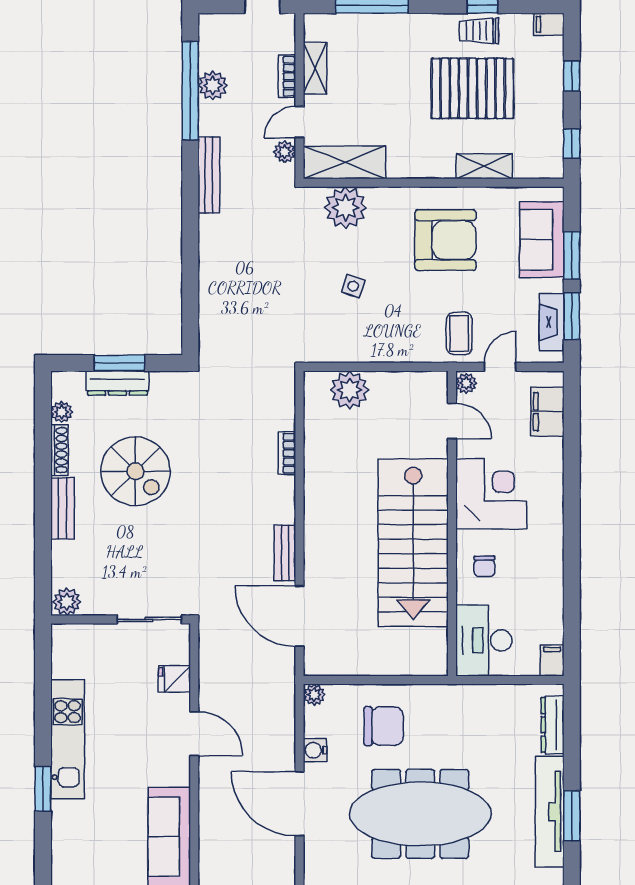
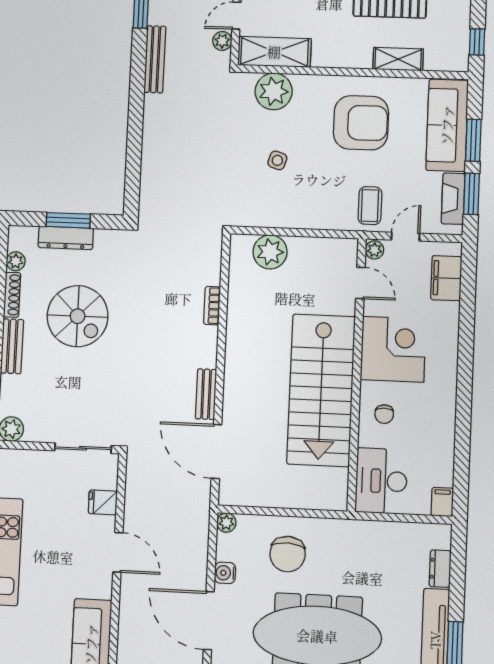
sofa: (542, 240) -> (447, 125), width x1.36
dresser: (553, 725) -> (440, 569), width x0.70
chair: (384, 726) -> (288, 554), turned 93

